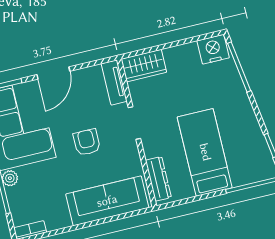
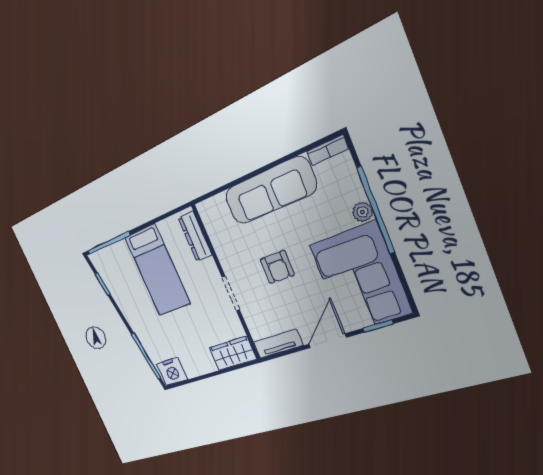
tv unit: (114, 82) -> (278, 344), moved, turned -90
sofa: (107, 201) -> (270, 191), moved

